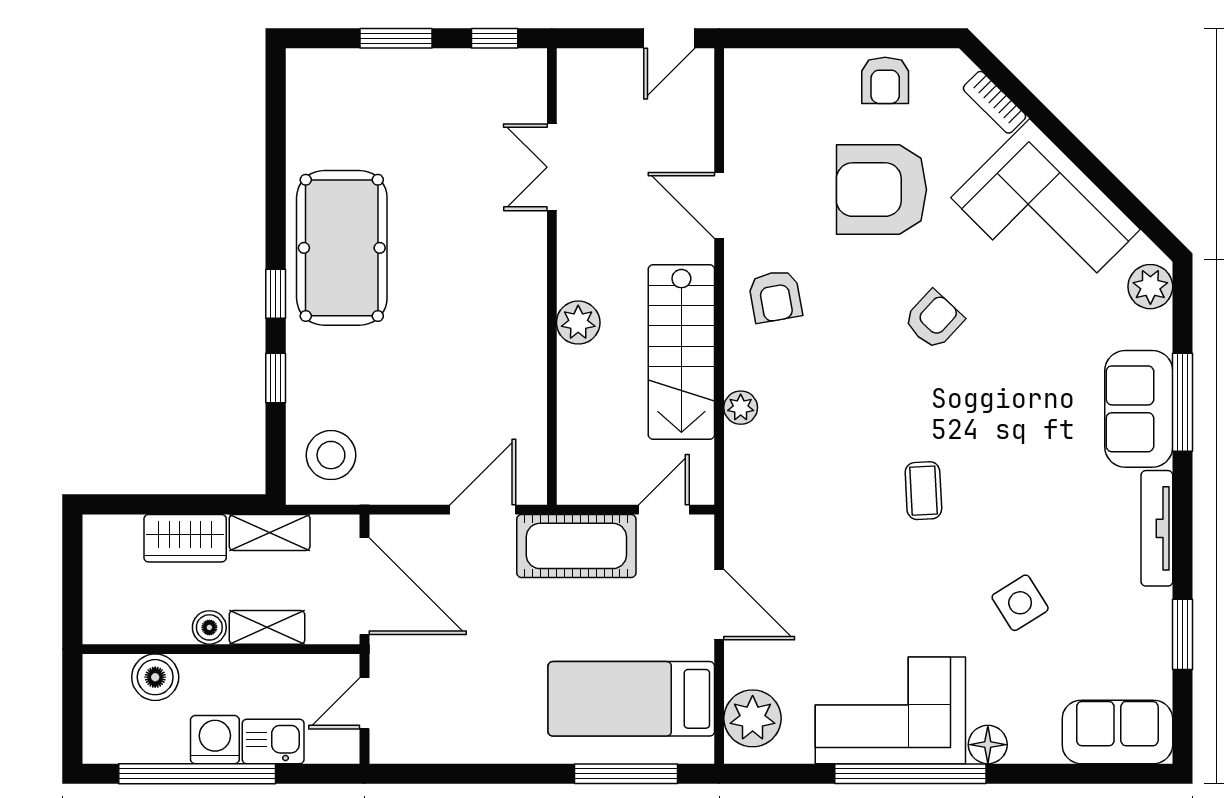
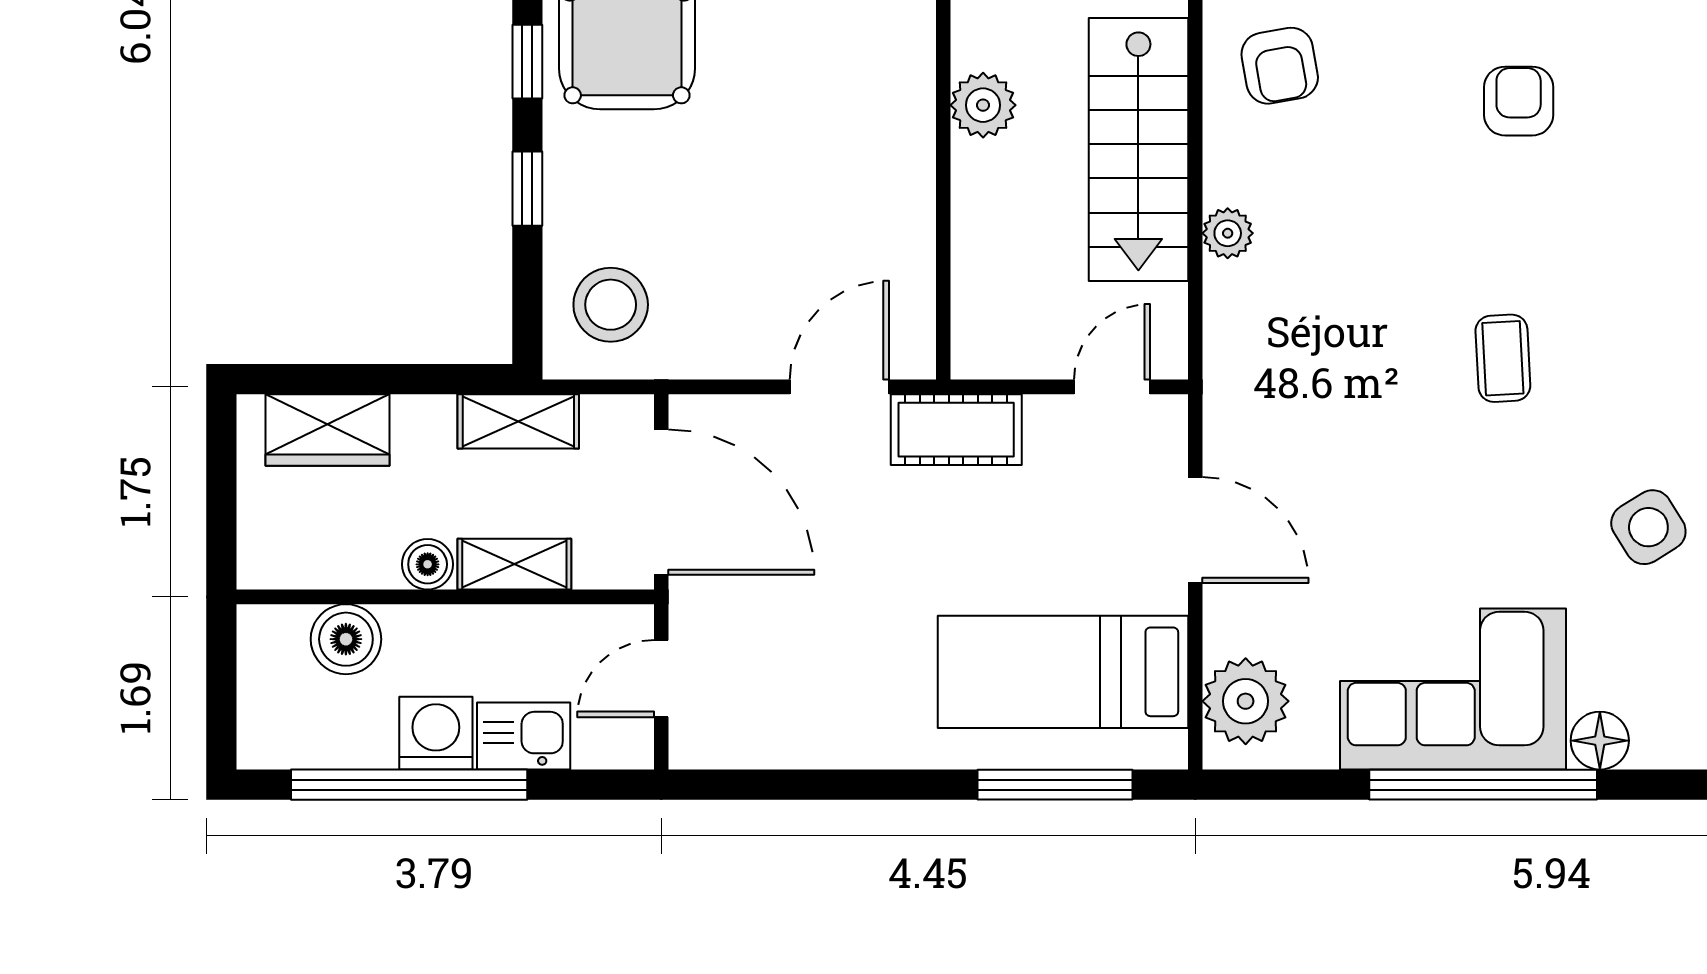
armchair: (934, 320) -> (1519, 101), turned -43
wardrobe: (185, 538) -> (327, 430), moved
cot: (576, 546) -> (956, 430), width x0.73, depth x0.75

